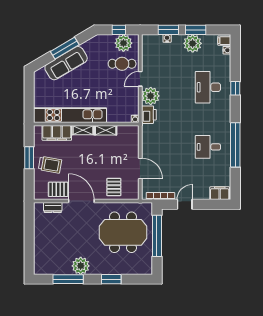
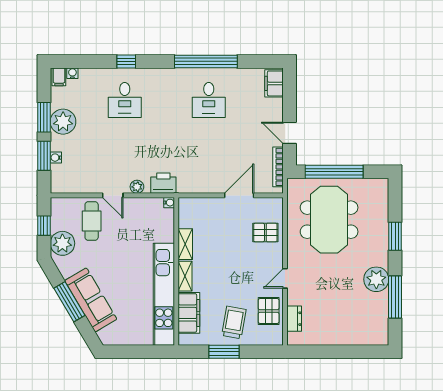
plant: (123, 43) -> (62, 243), moved
desk: (208, 87) -> (125, 100), width x0.73
plant: (151, 96) -> (137, 187), width x0.53, depth x0.53
door: (81, 201) -> (285, 278), width x0.53

